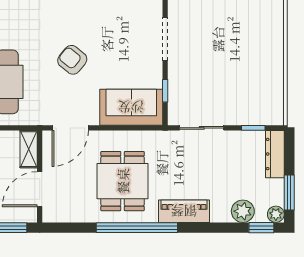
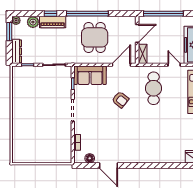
piano: (184, 211) -> (53, 22), moved
window: (261, 228) -> (51, 14), moved

